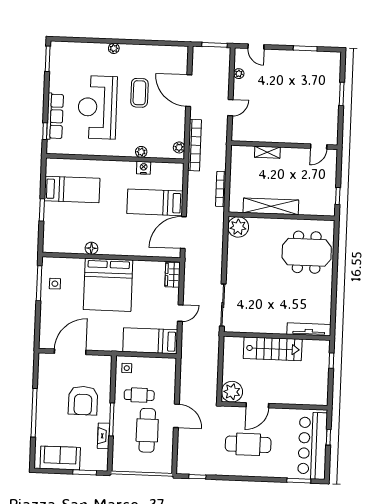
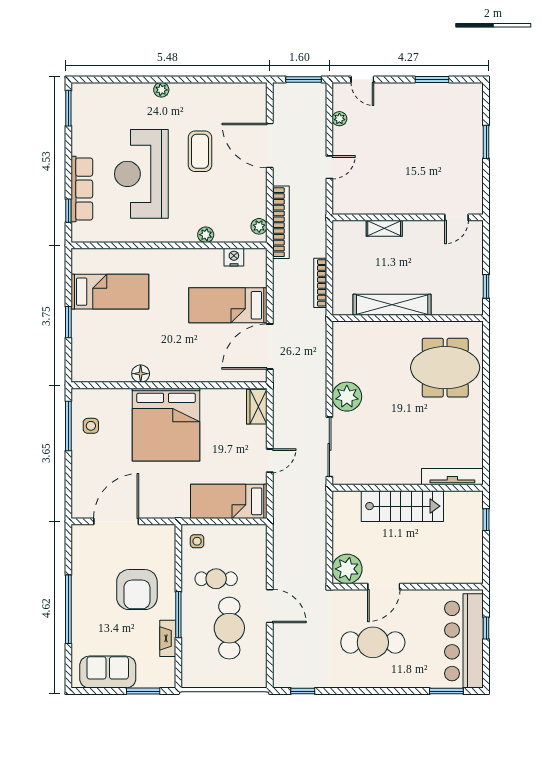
nightstand: (144, 168) -> (234, 257), moved
plant: (238, 227) -> (347, 397), moved

